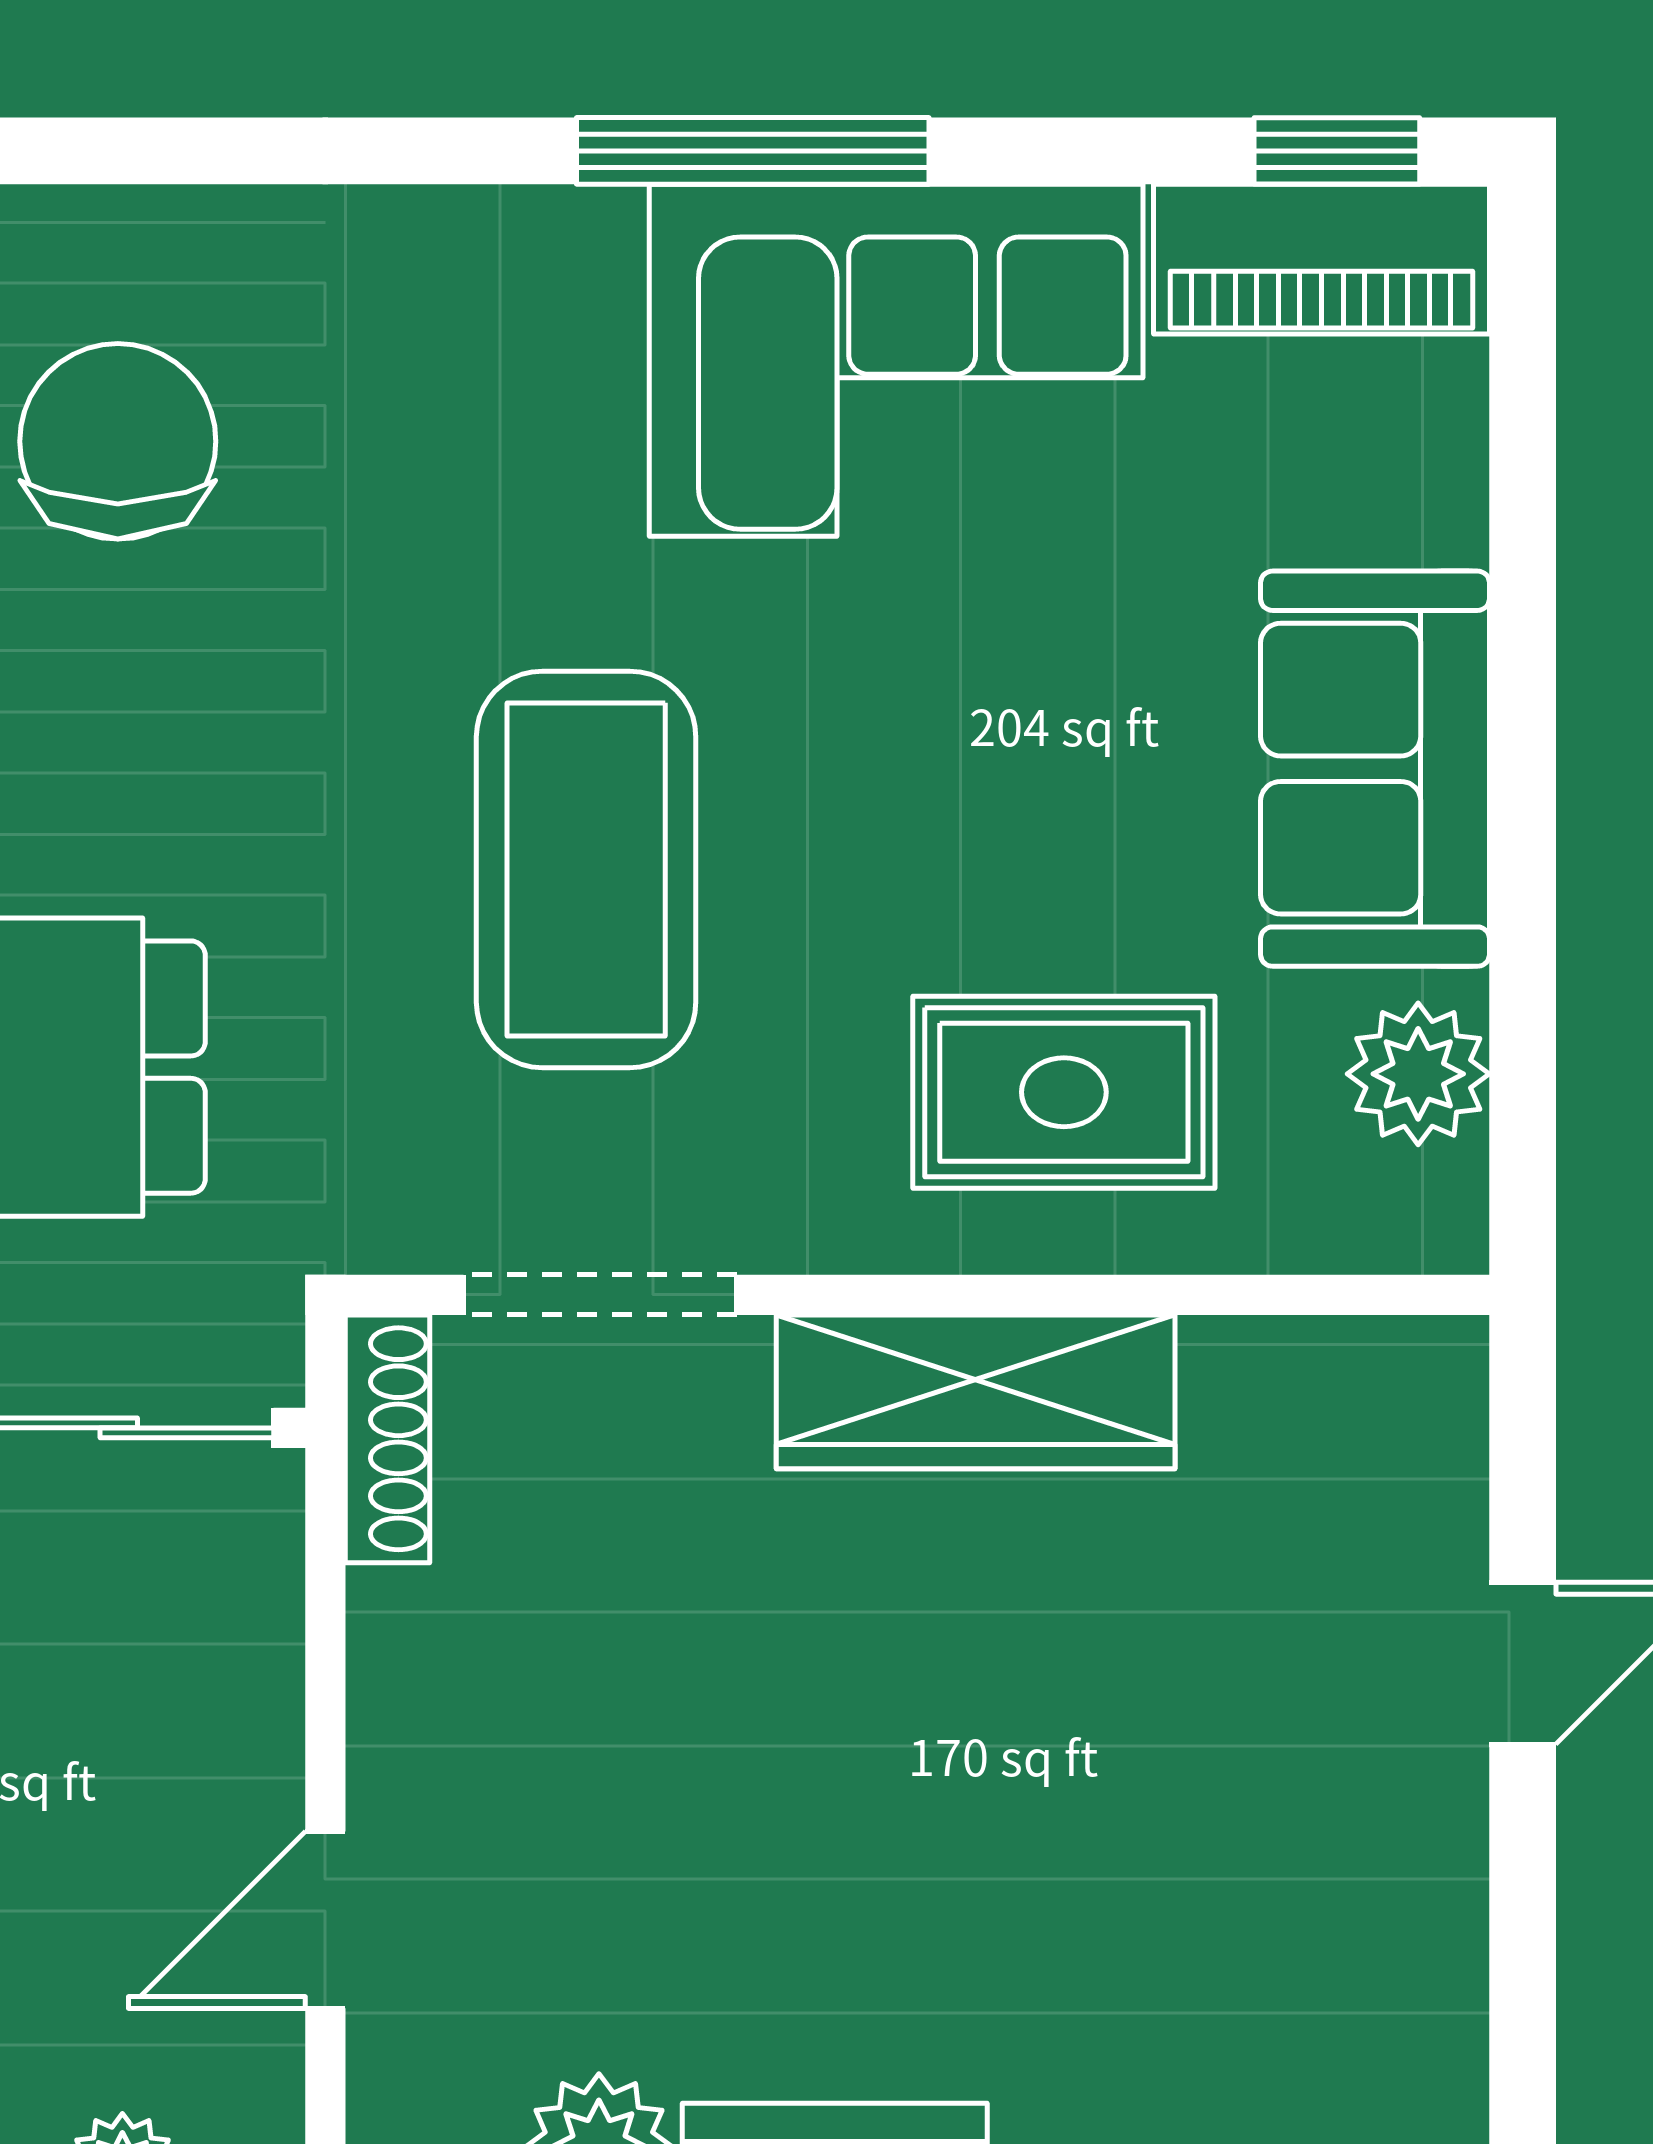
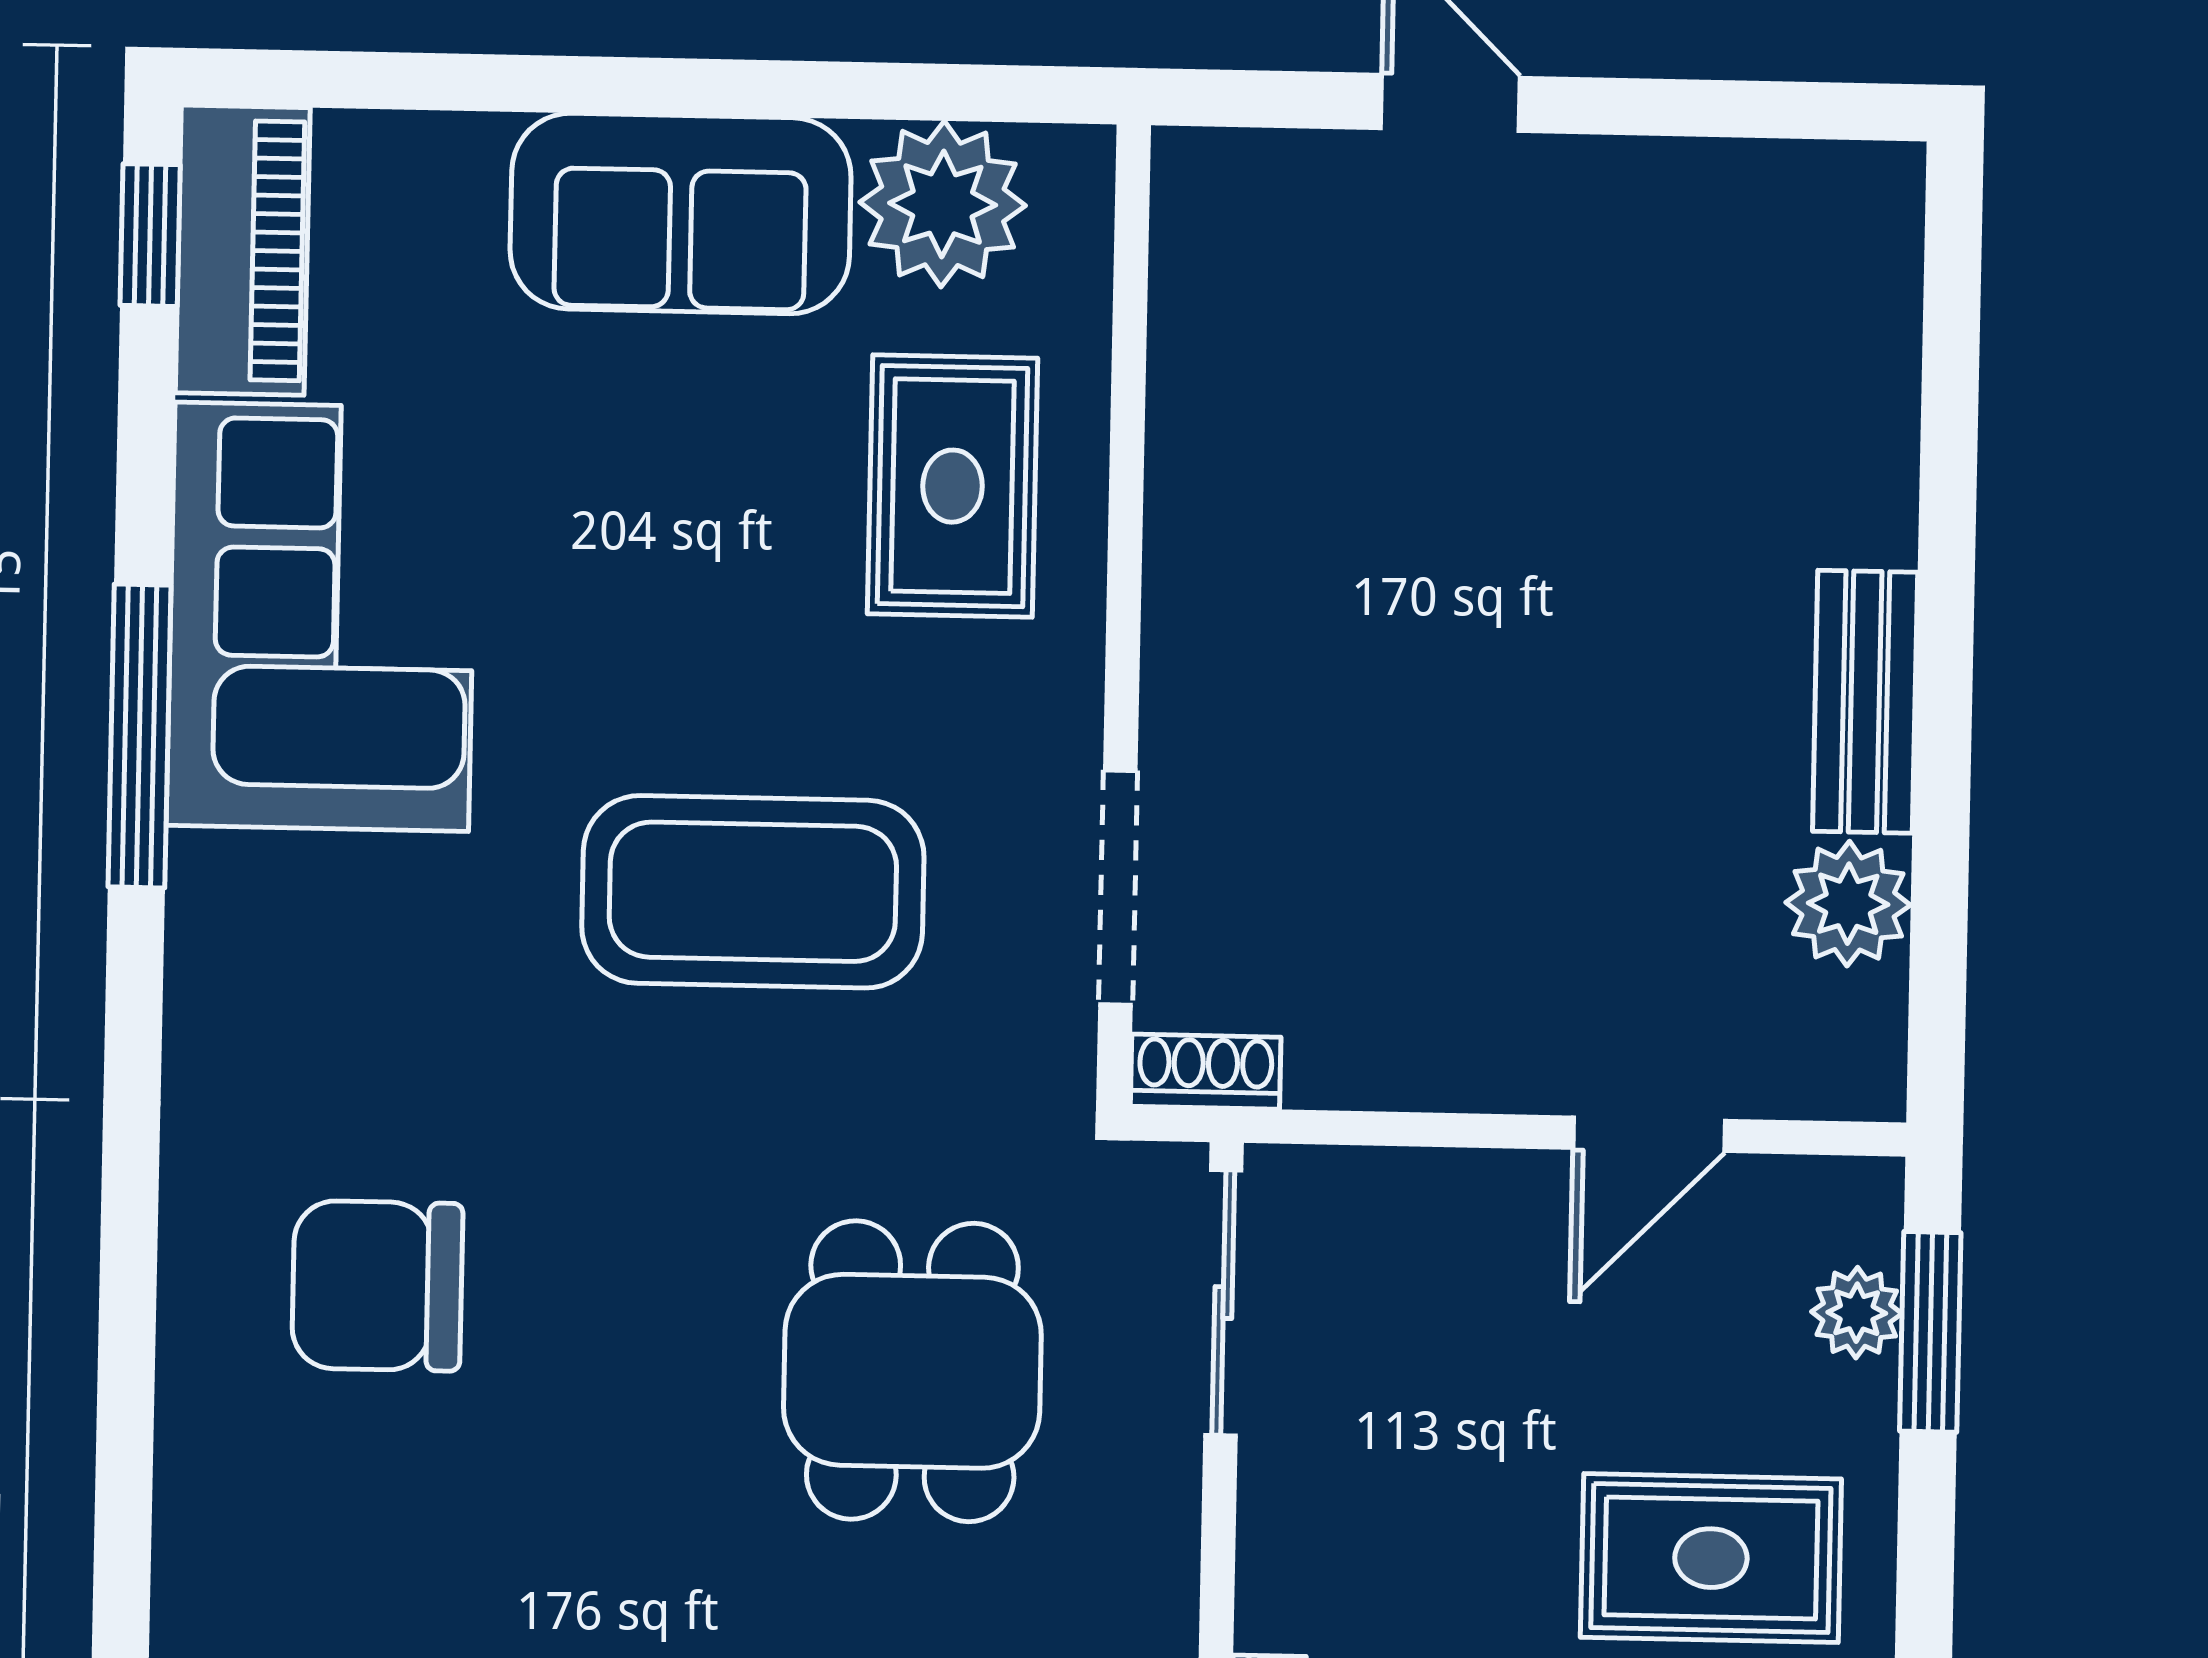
plant: (1418, 1074) -> (943, 204), width x1.36, depth x1.36
wardrobe: (976, 1392) -> (1208, 567), removed
shoe rack: (387, 1439) -> (1206, 1072), width x0.70
door: (325, 1920) -> (1649, 1134), hinge flipped

